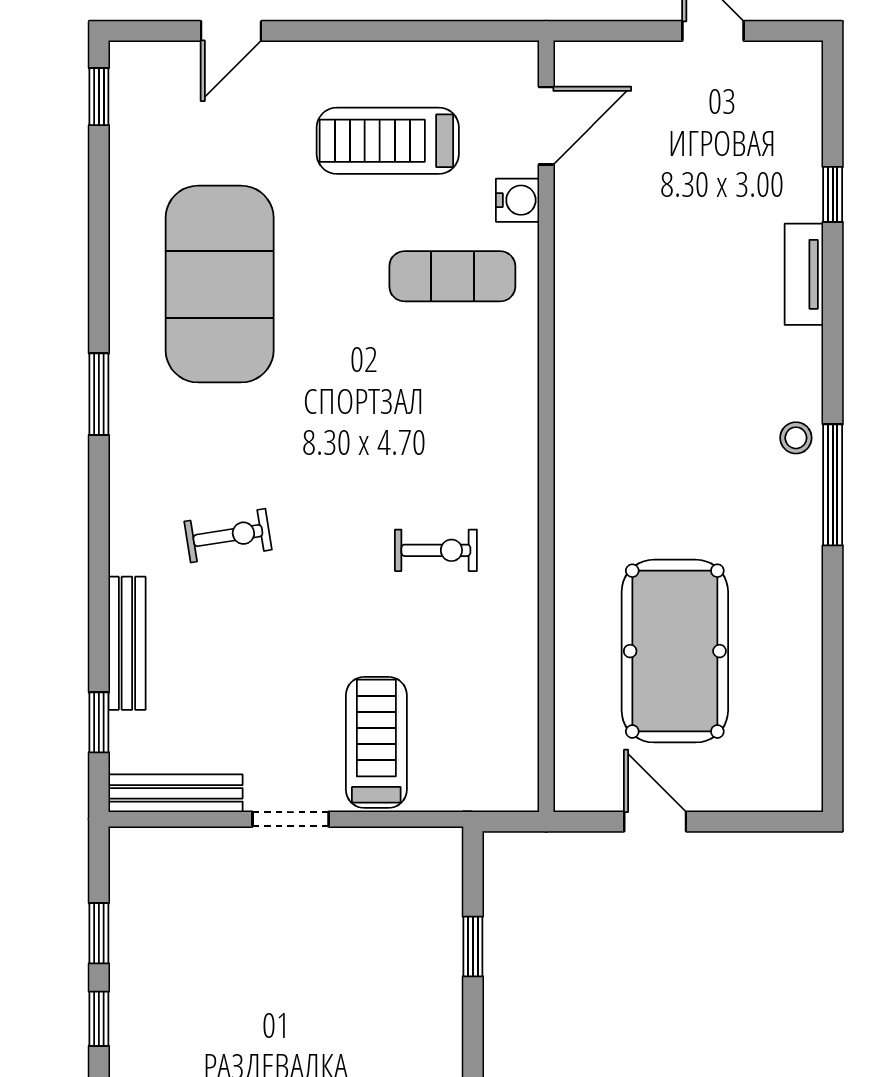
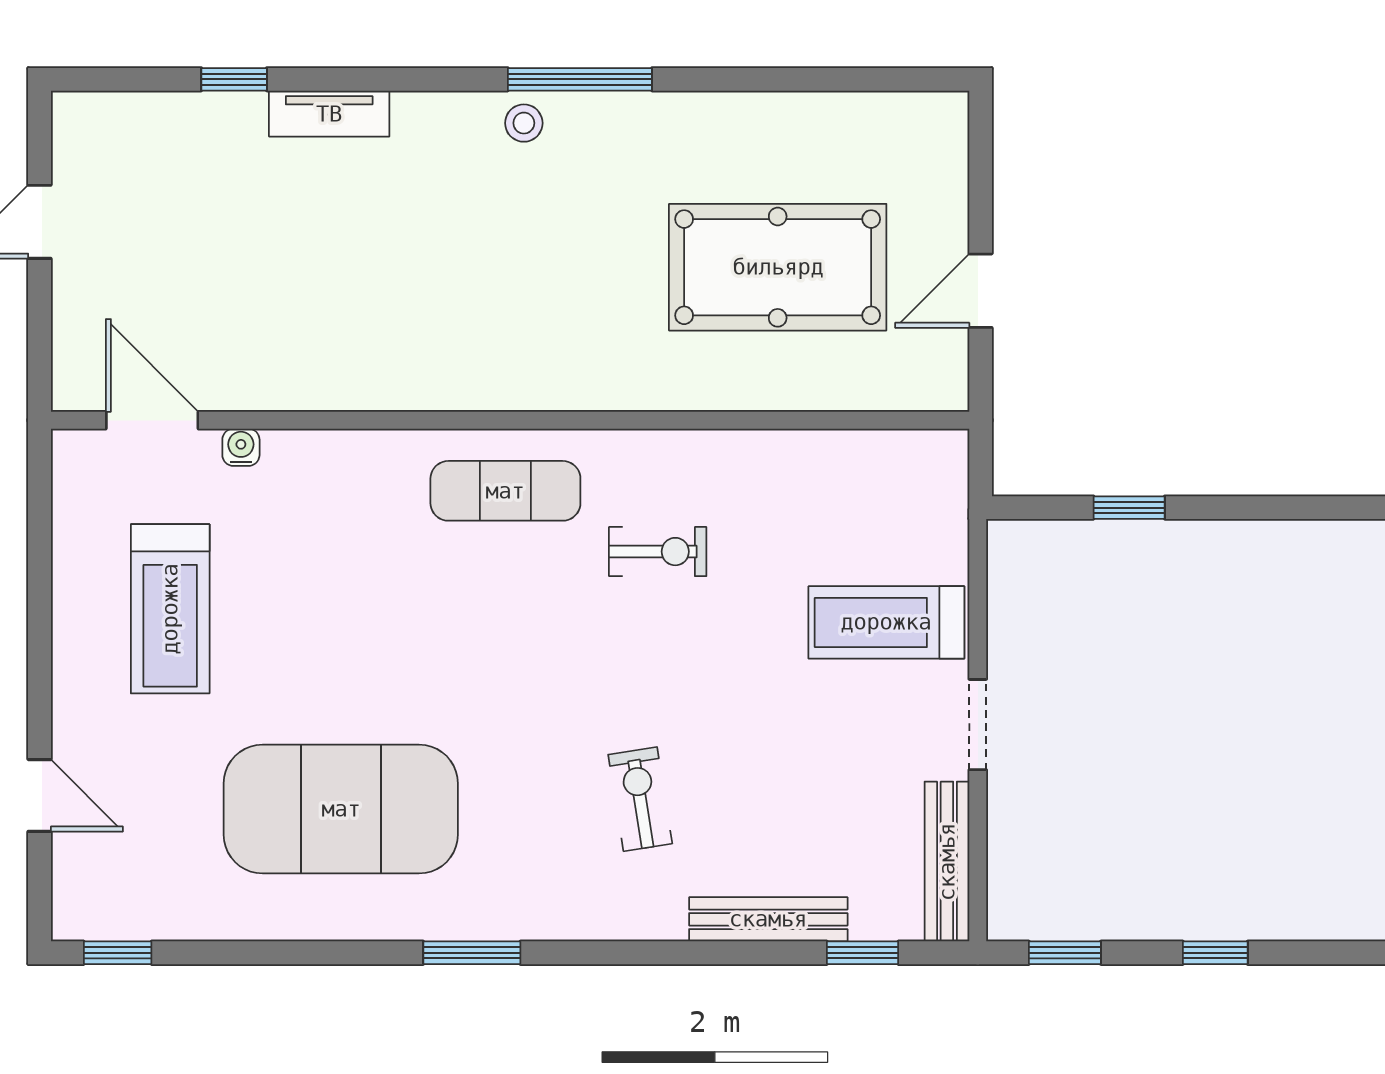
water cooler: (518, 200) -> (241, 447), width x0.72, depth x0.72
exercise mat: (452, 276) -> (505, 491), moved, turned 90
exercise bike: (436, 550) -> (658, 552), turned 90
window: (99, 933) -> (1065, 953), moved

